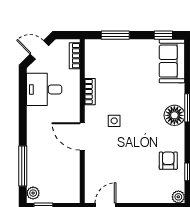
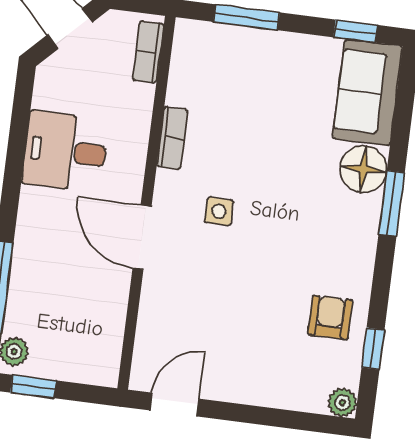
desk: (44, 89) -> (65, 151), moved
floor lamp: (174, 115) -> (363, 169), moved

